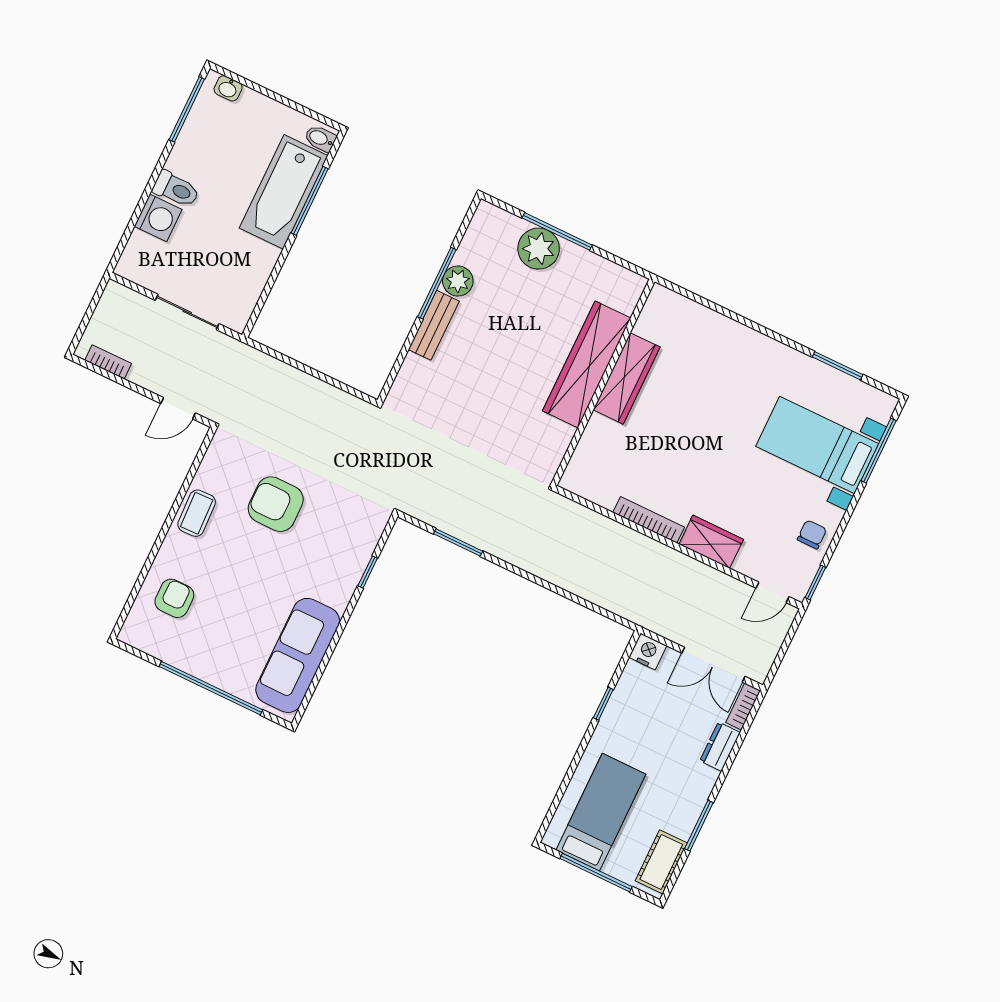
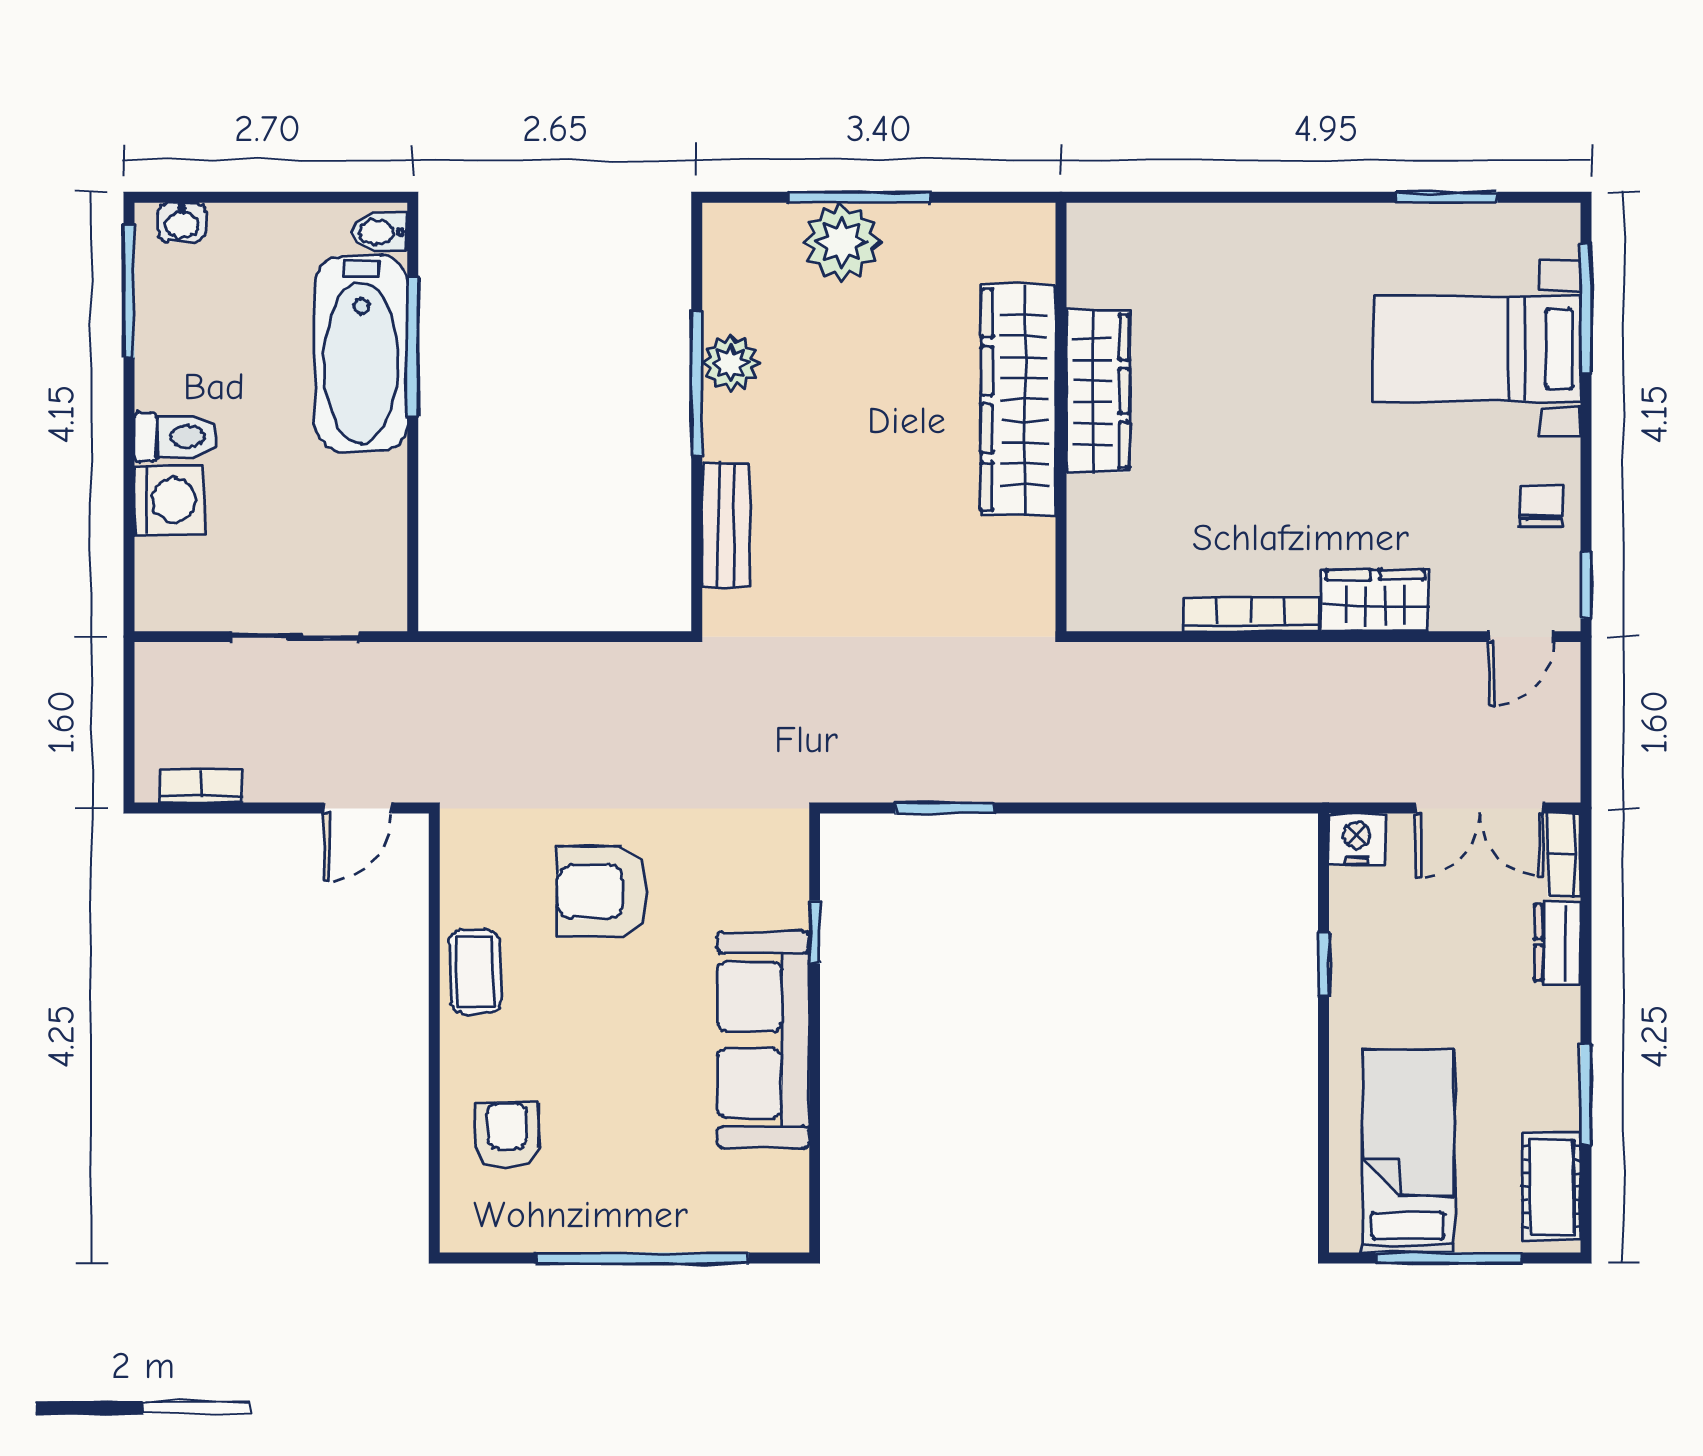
bench: (434, 325) -> (726, 525), moved
sofa: (298, 655) -> (763, 1040), moved

